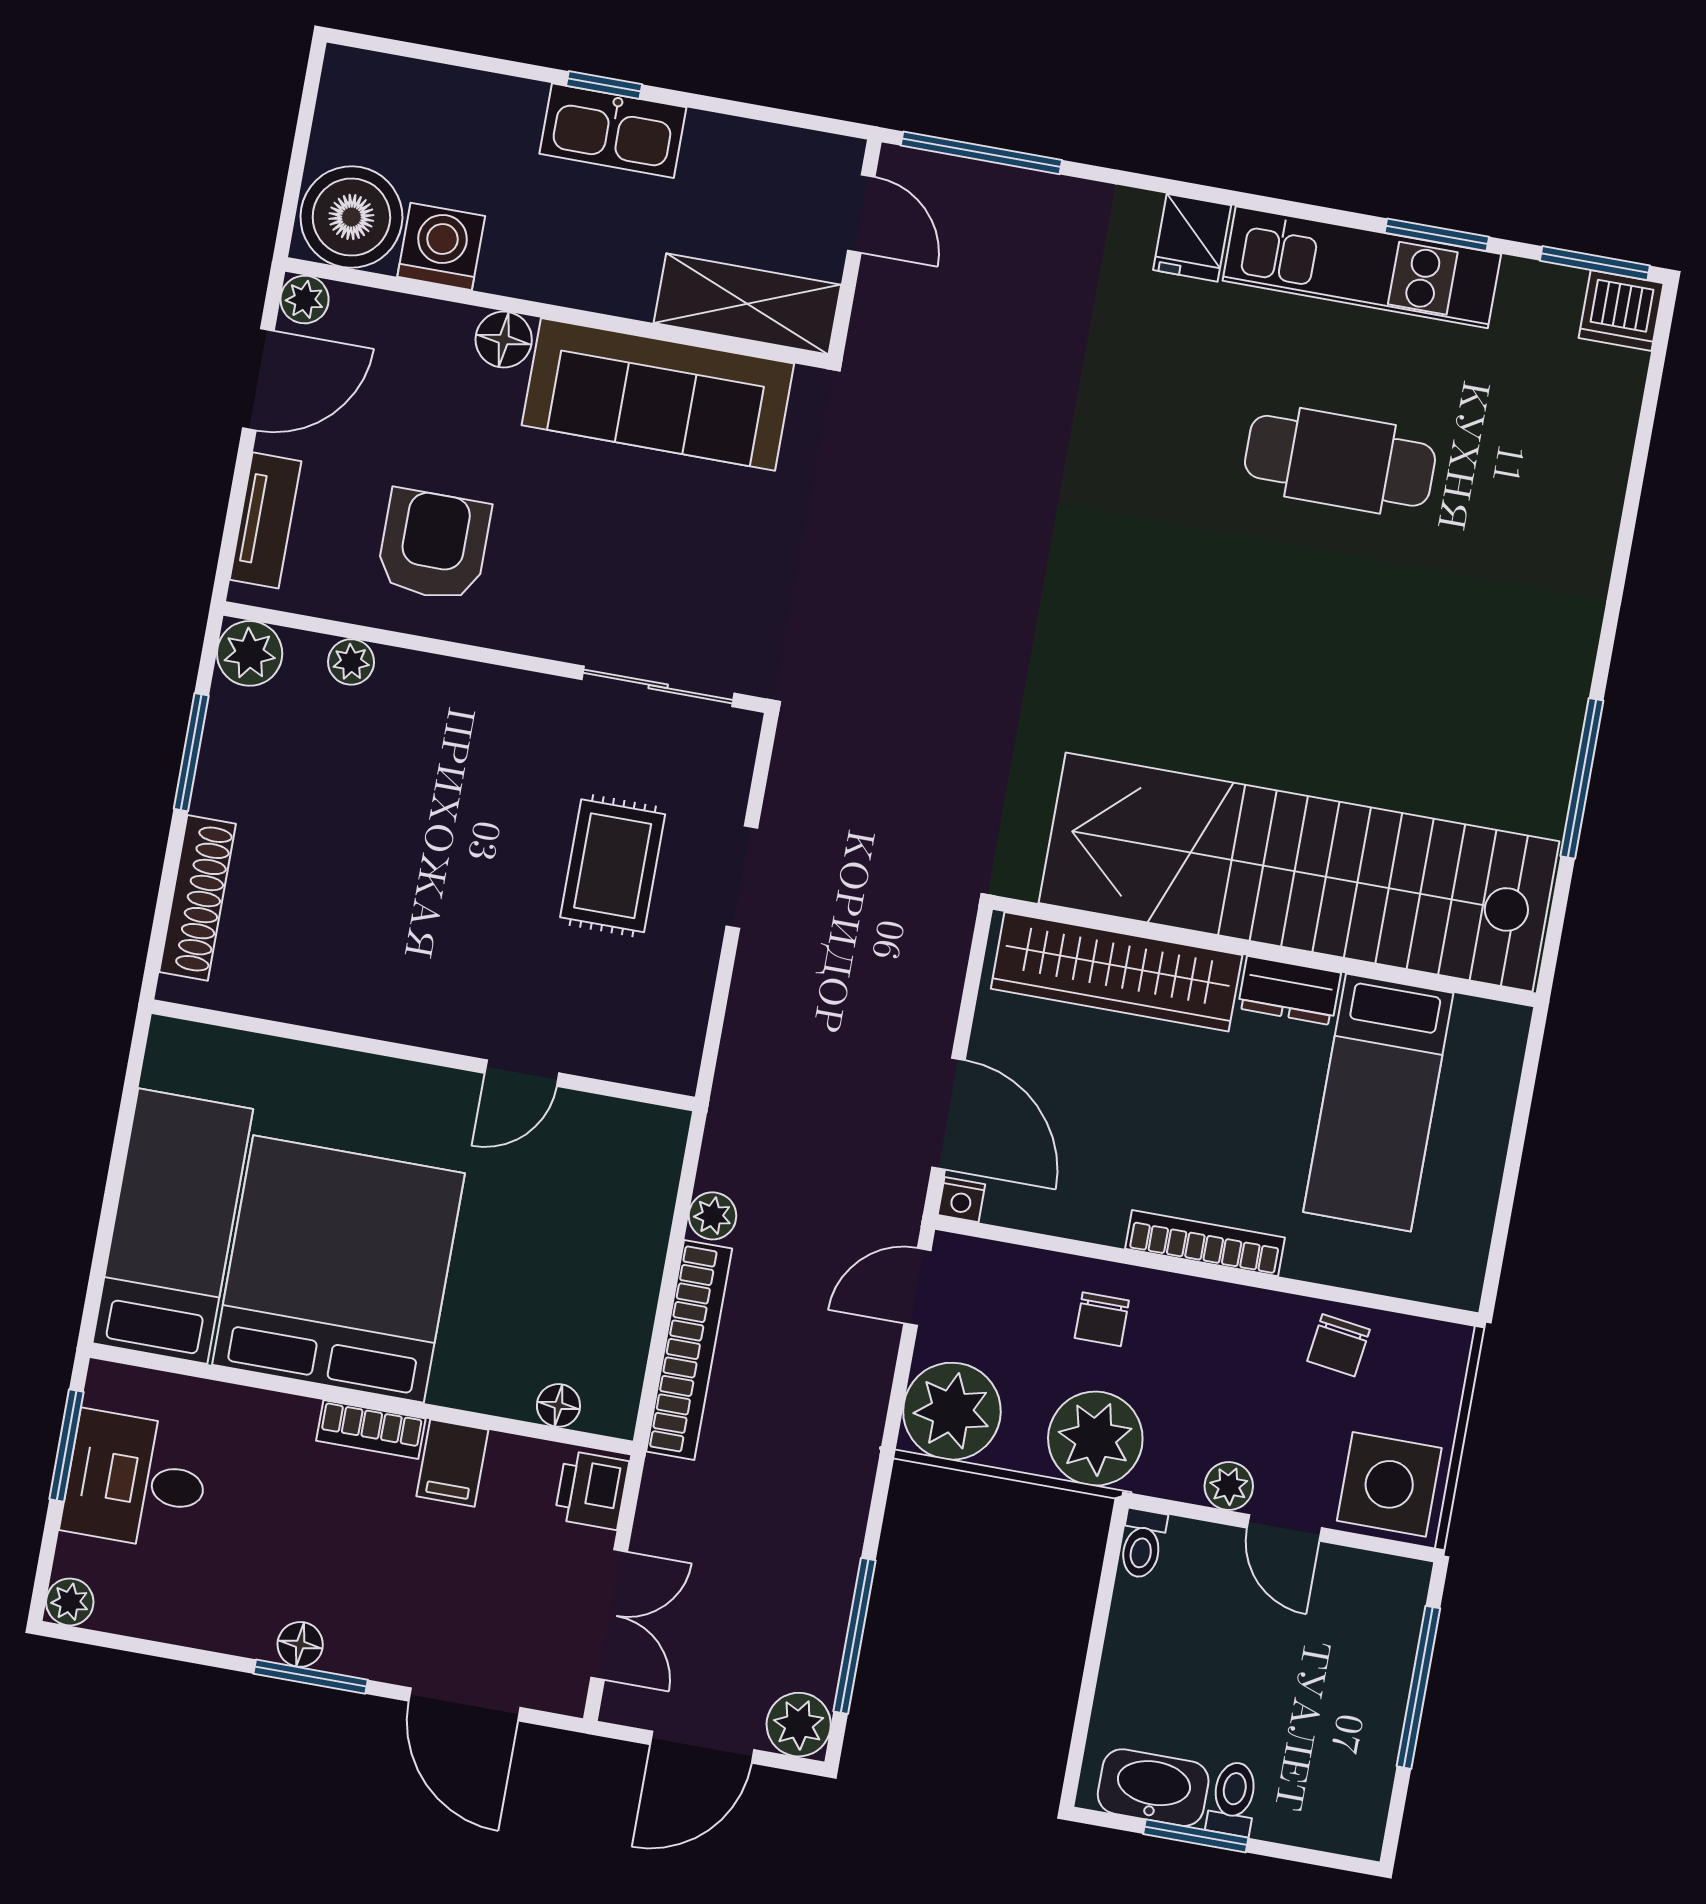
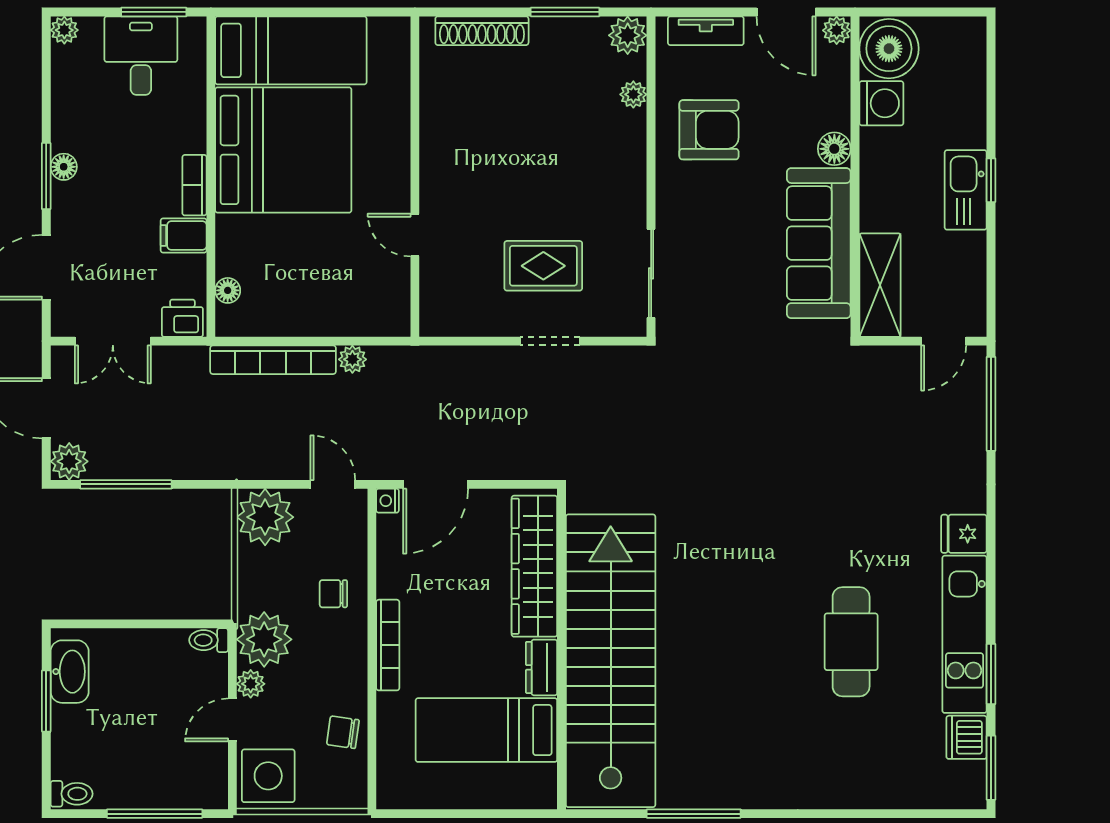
dishwasher: (1621, 311) -> (966, 737), moved
plant: (1095, 1439) -> (264, 639), moved
toilet: (1233, 1799) -> (72, 794), moved

